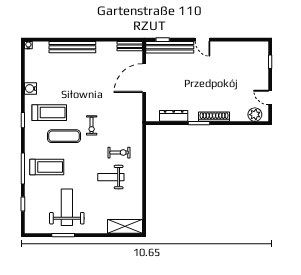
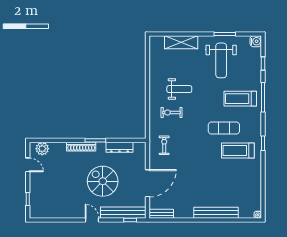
spiral stairs: (191, 80) -> (103, 181), added
water cooler: (31, 89) -> (256, 41), moved
exercise bike: (92, 125) -> (164, 145), moved
shelving: (125, 226) -> (181, 42), moved

